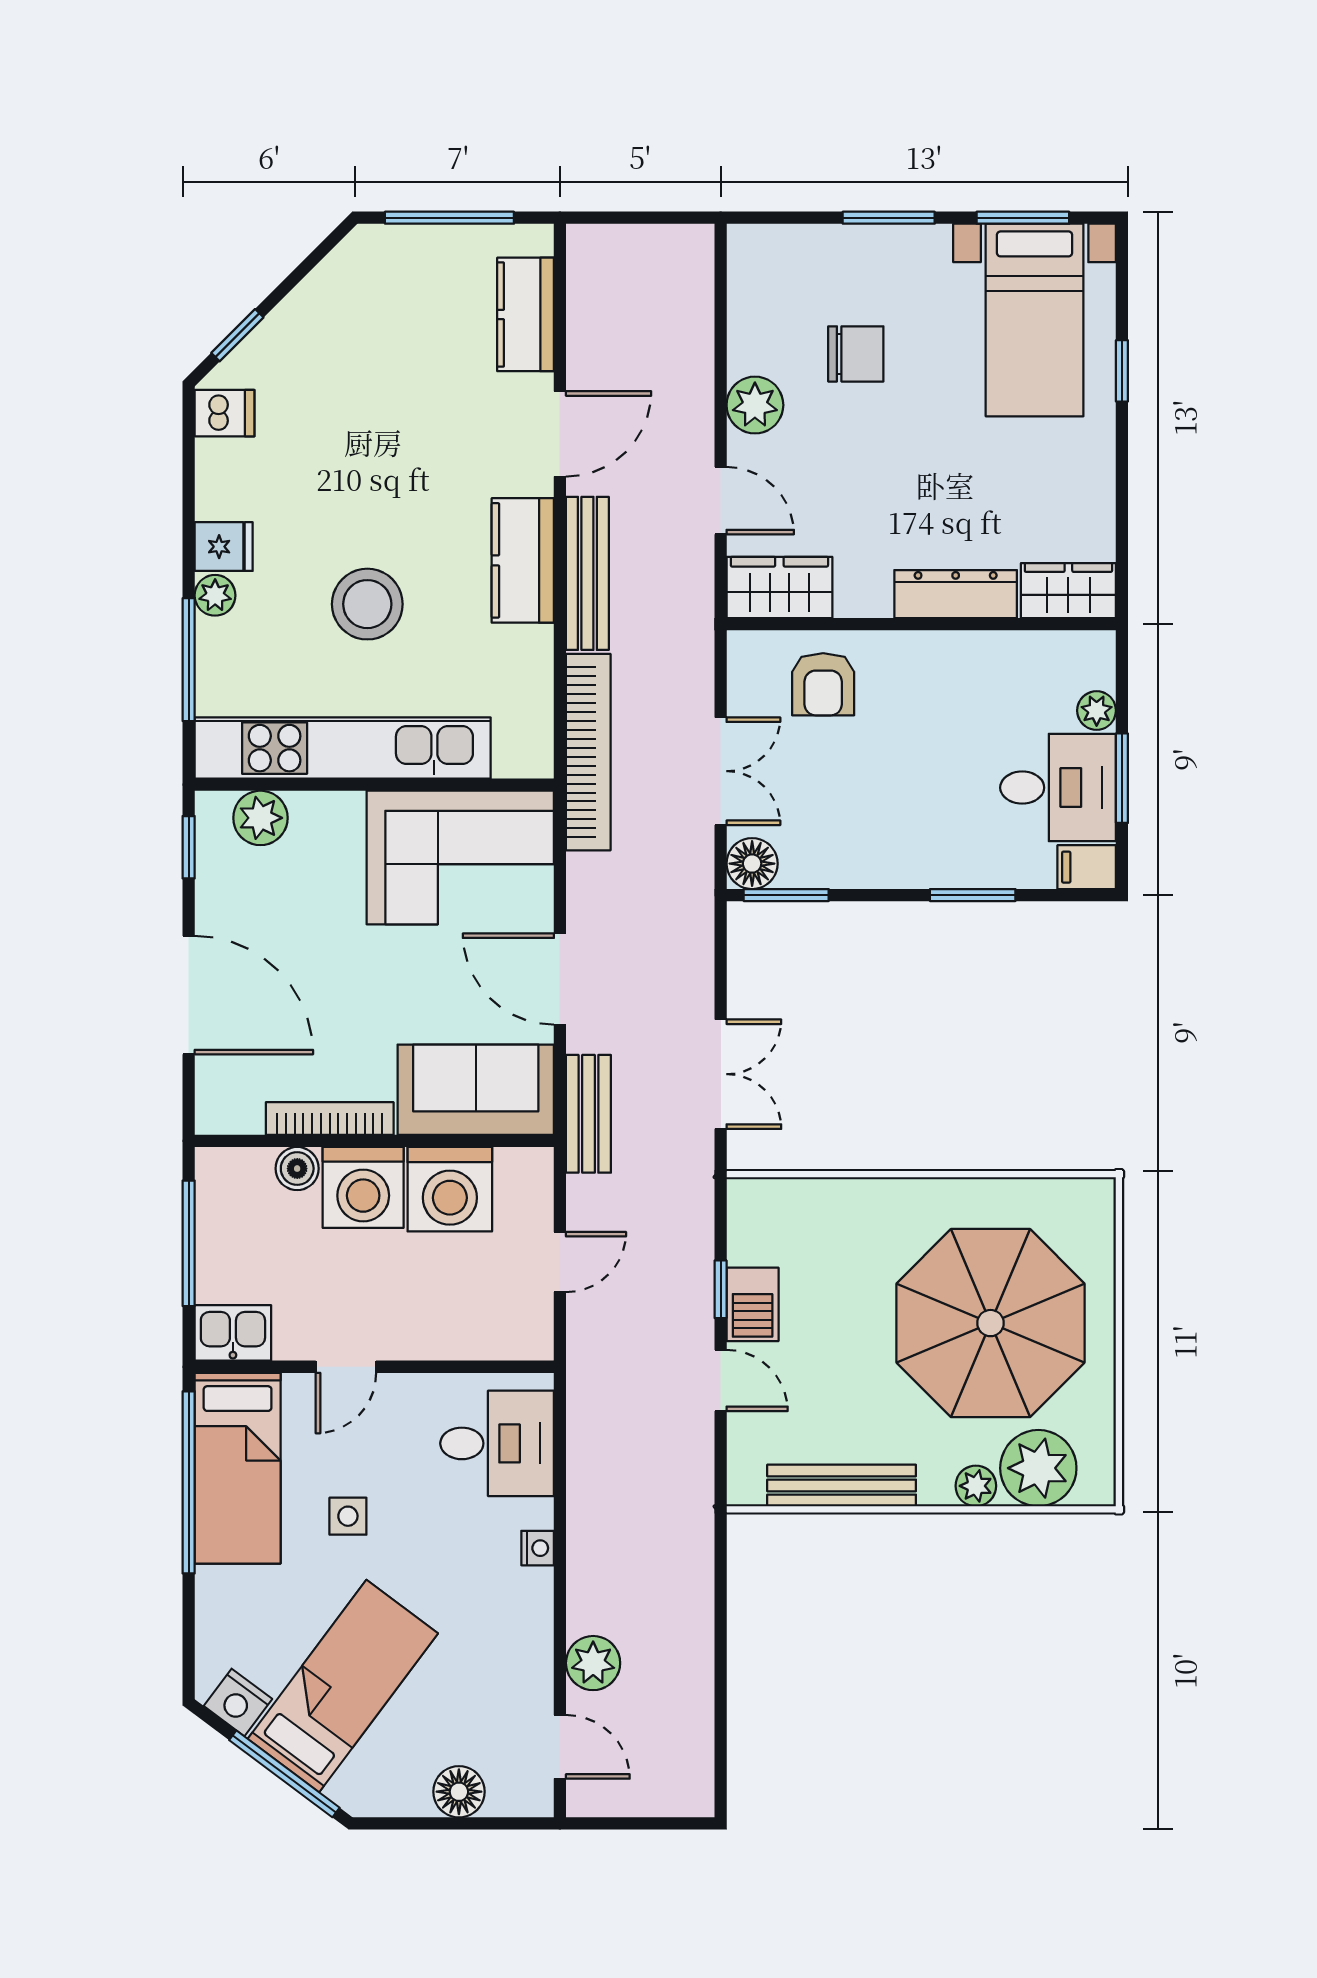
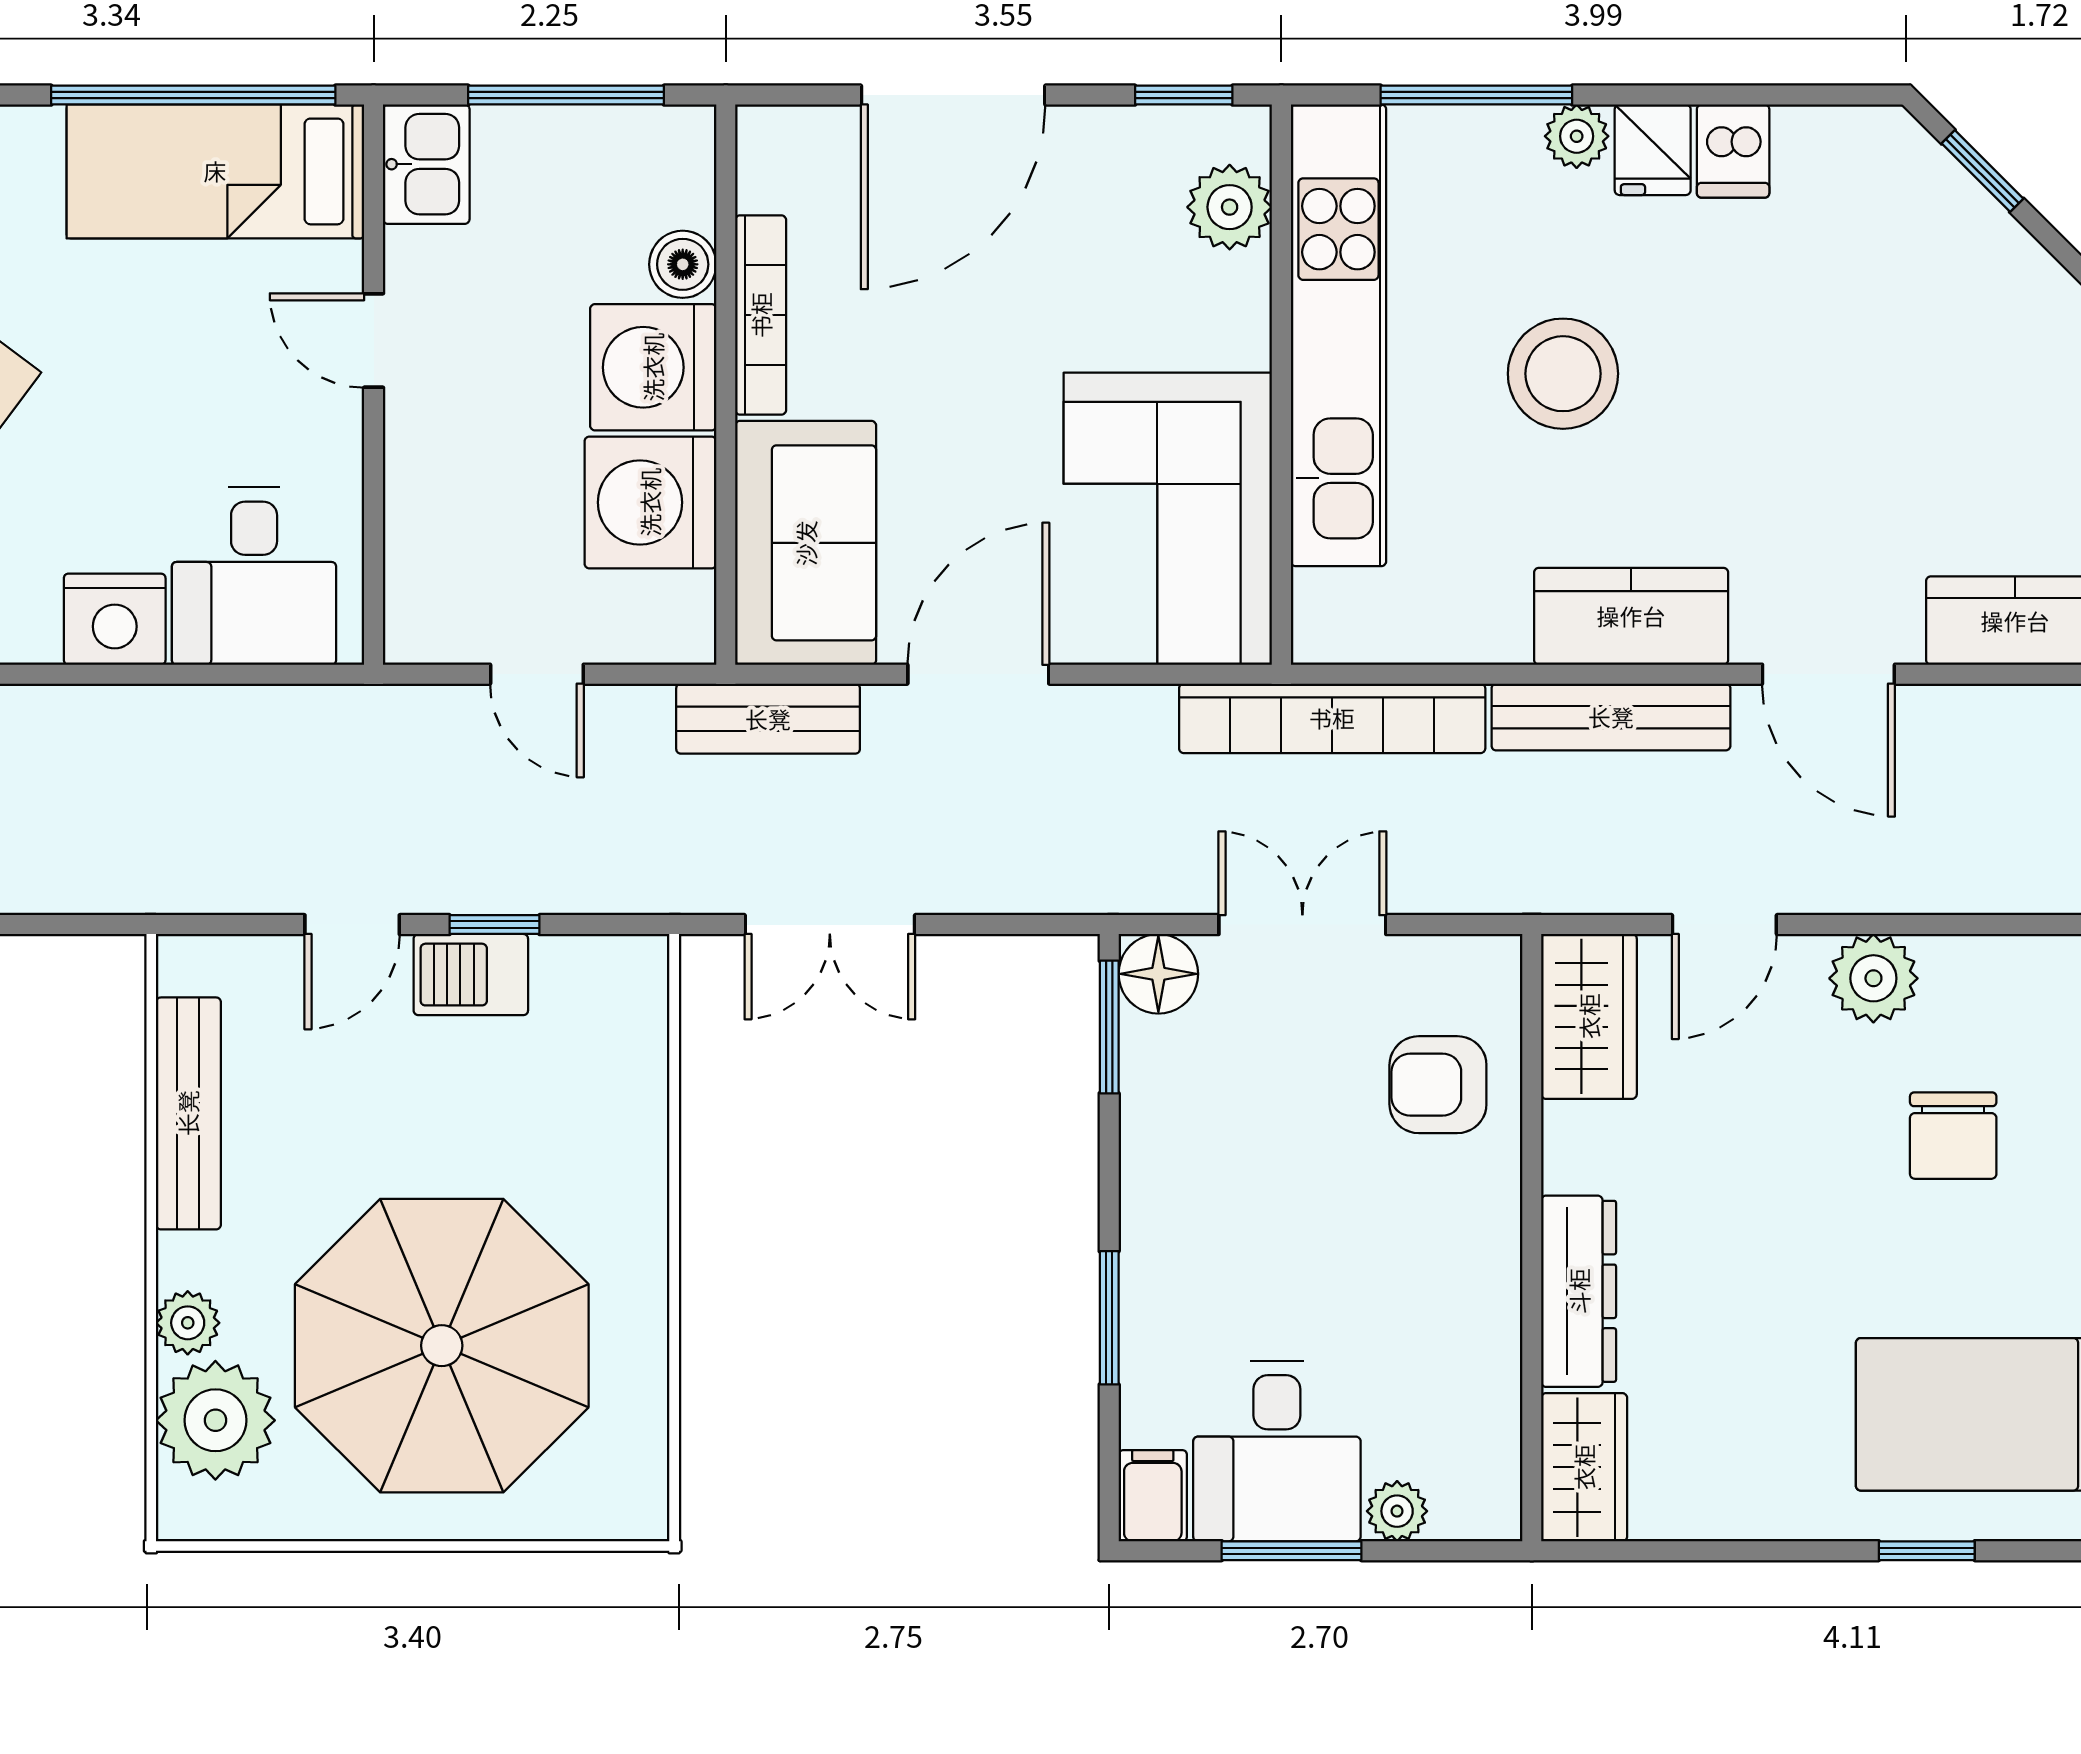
dishwasher: (225, 413) -> (1733, 151), moved
double door: (721, 771) -> (1302, 925), swing flipped
side table: (348, 1516) -> (141, 344), removed
nightstand: (538, 1548) -> (115, 619), width x1.89, depth x1.79

